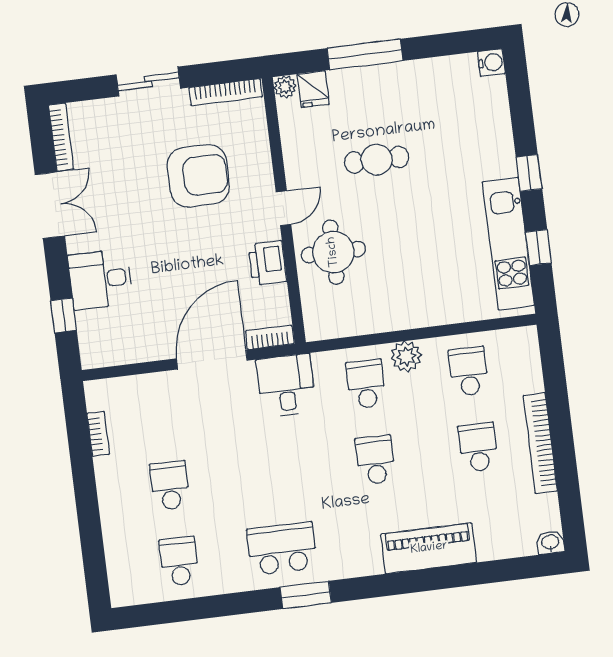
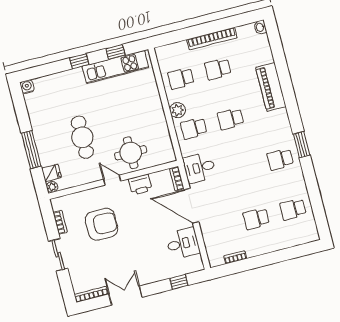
bookcase: (225, 92) -> (60, 222), width x0.64
cafe table: (377, 160) -> (82, 137), width x1.37, depth x1.35
armchair: (198, 176) -> (102, 224), turned 90
desk: (100, 279) -> (183, 243), moved, turned -90
school desk: (282, 549) -> (280, 159), width x0.54

